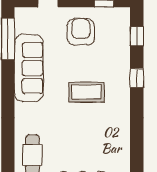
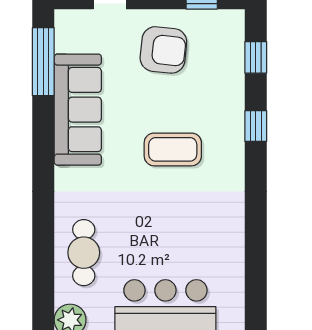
armchair: (81, 32) -> (163, 50), turned 96

